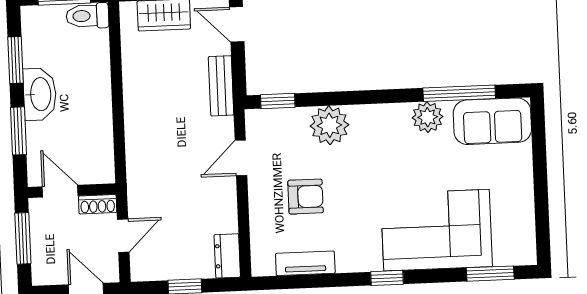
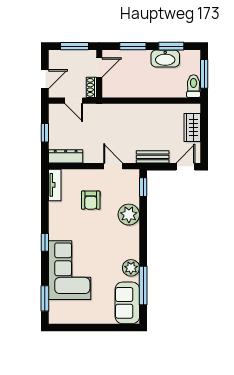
washbasin: (40, 94) -> (165, 59), moved
dresser: (227, 256) -> (66, 156), width x1.44
tv unit: (305, 263) -> (55, 185), moved

